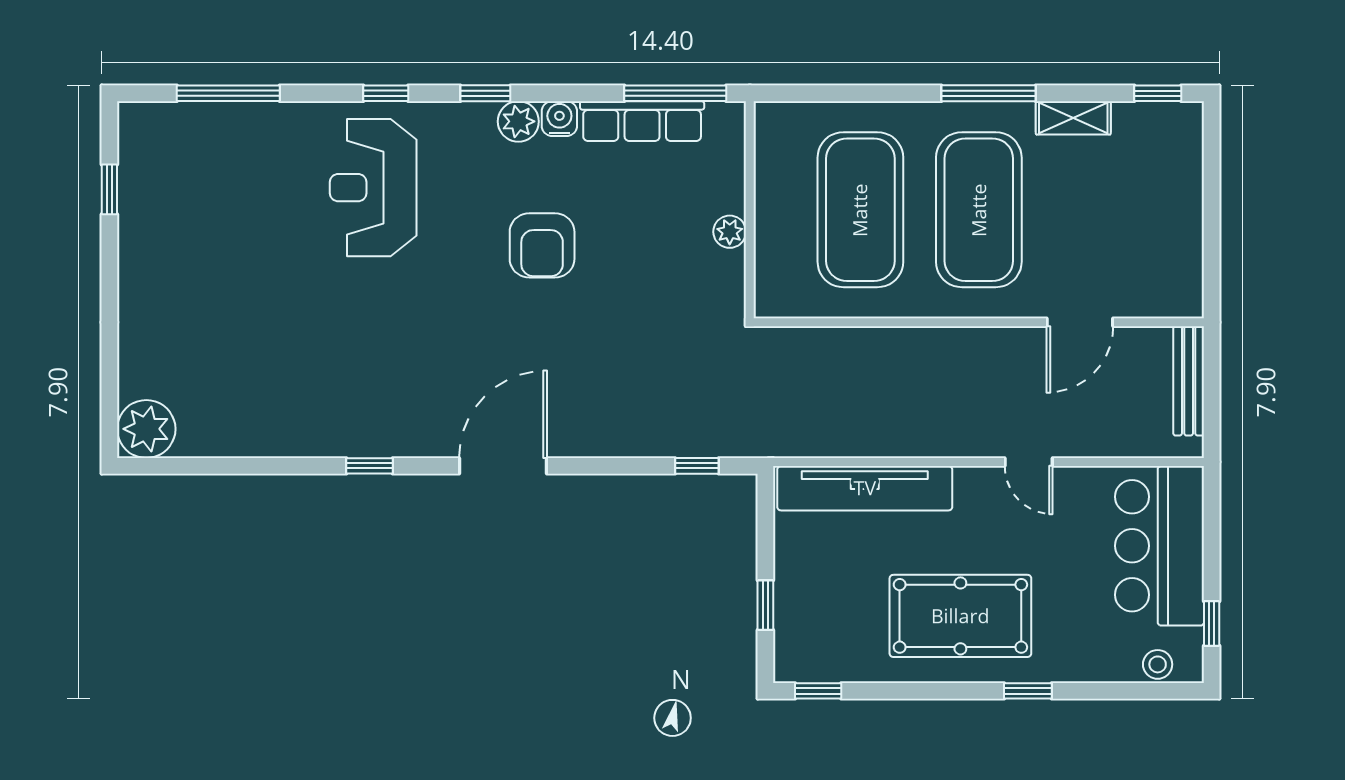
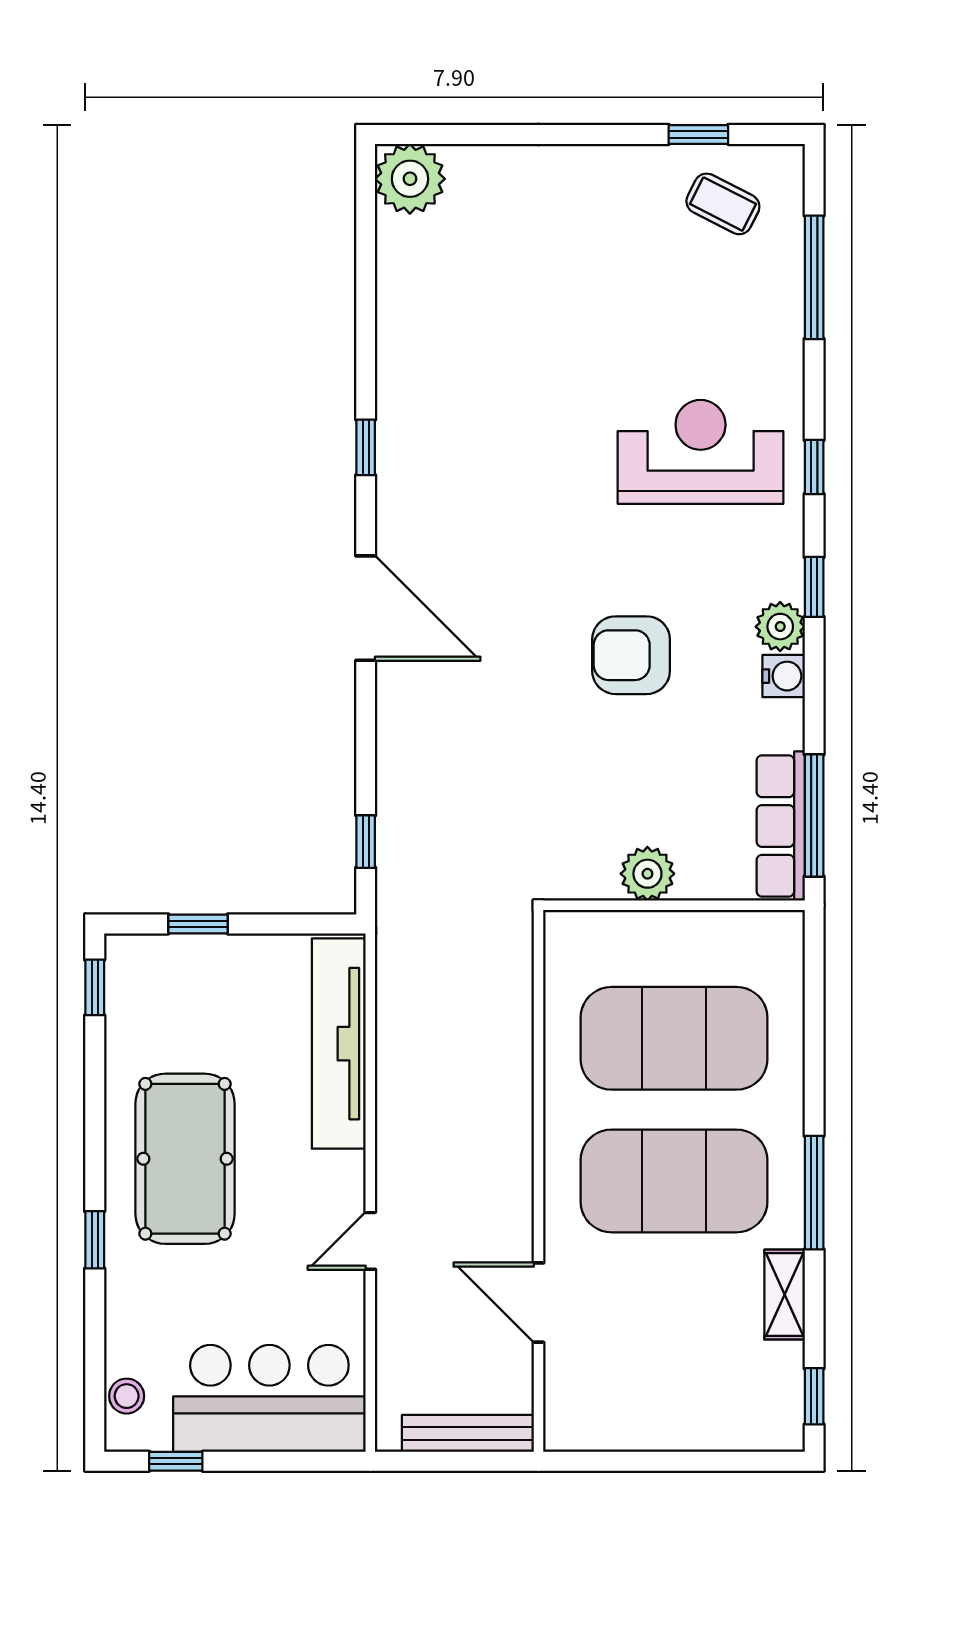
row of seats: (642, 121) -> (781, 826), moved
coffee table: (167, 169) -> (723, 204), added
plant: (730, 232) -> (647, 874), width x1.38, depth x1.38

